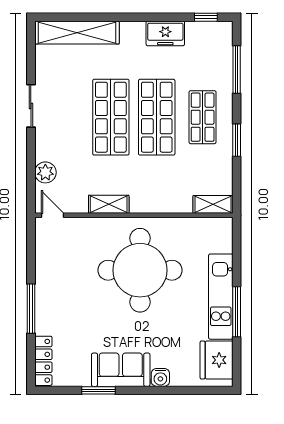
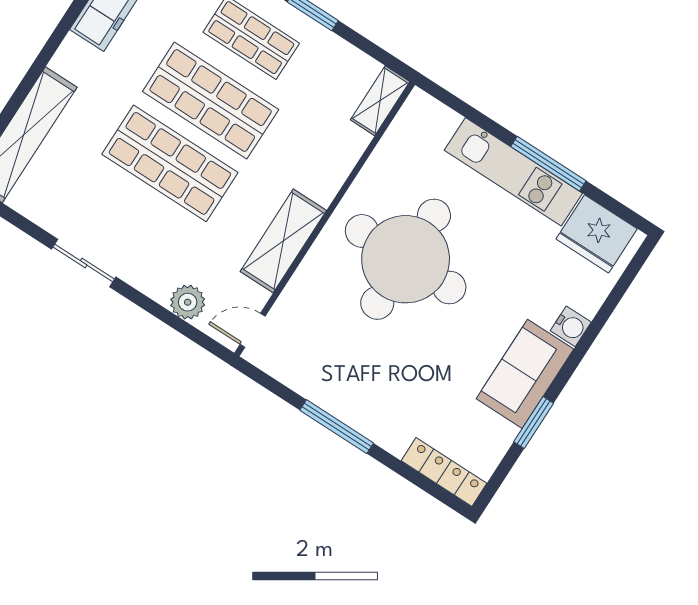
shelving: (109, 204) -> (283, 241), width x1.50, depth x1.33
window: (31, 309) -> (337, 427), moved

